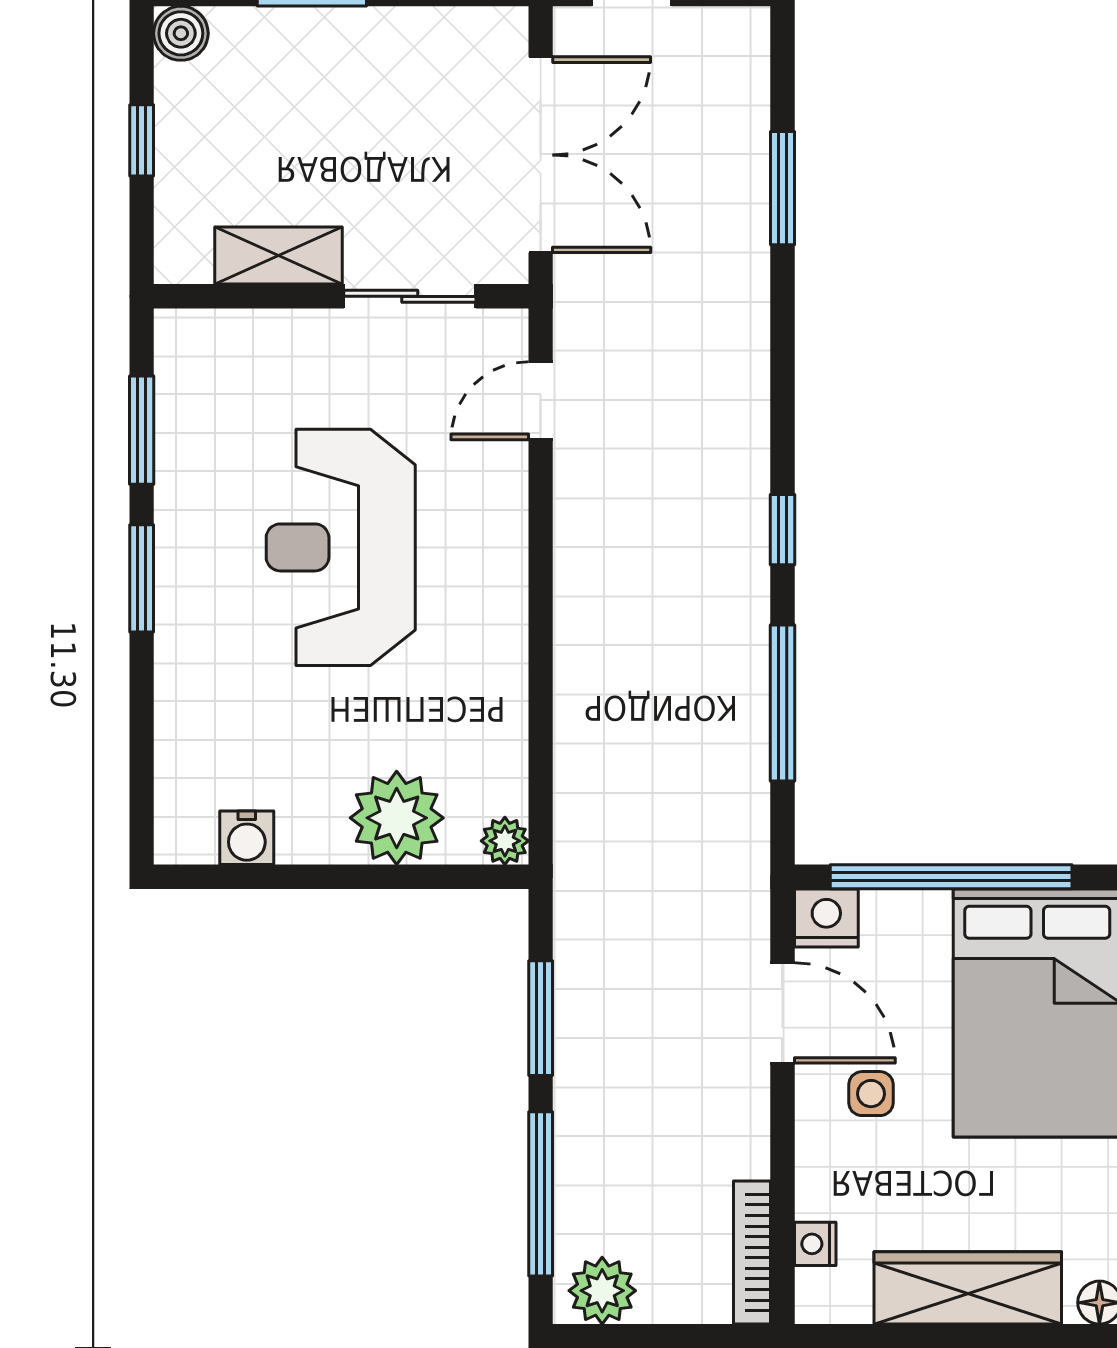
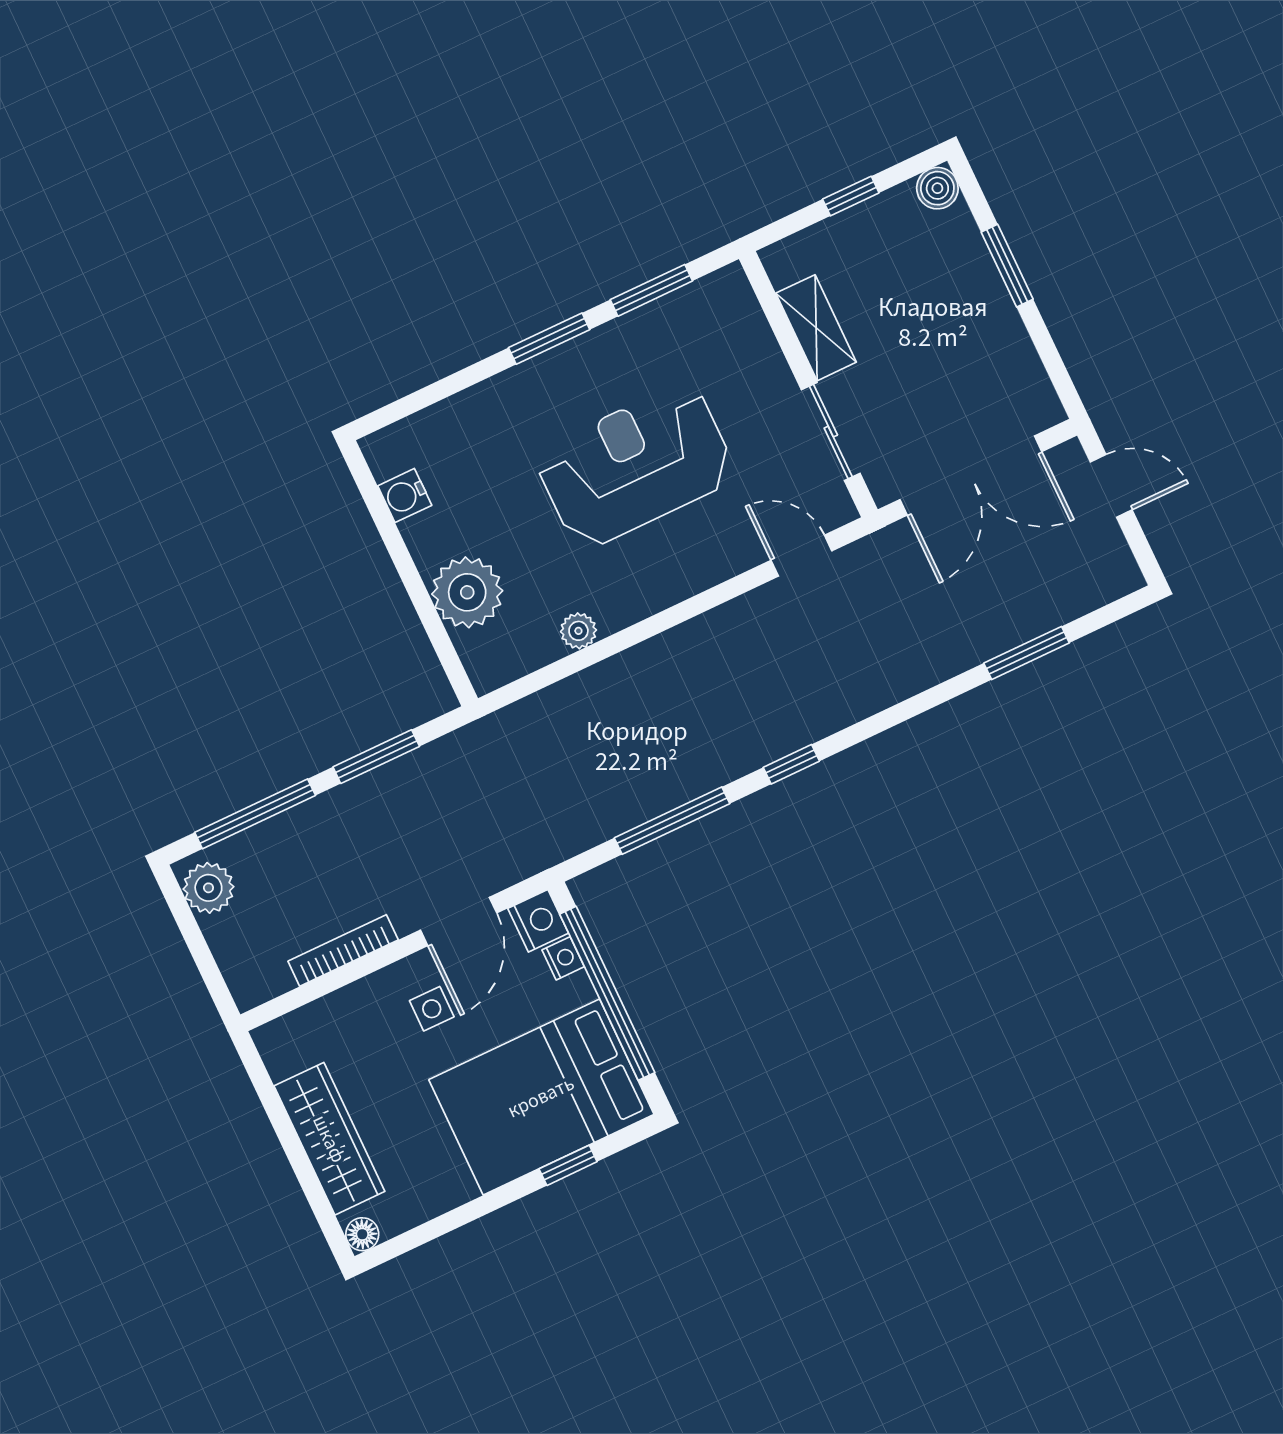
plant: (505, 841) -> (578, 631), moved
nightstand: (815, 1244) -> (563, 958), moved, turned 90
bookcase: (752, 1252) -> (343, 950), moved

